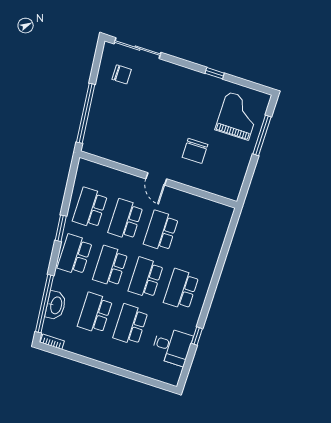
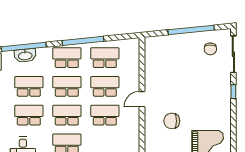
window: (215, 73) -> (233, 92), moved
window: (86, 113) -> (191, 30), moved
window: (61, 228) -> (83, 41), width x2.11

